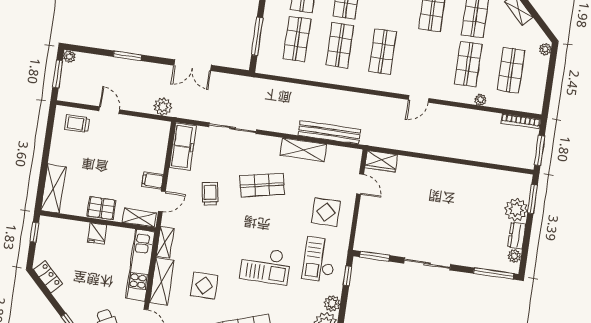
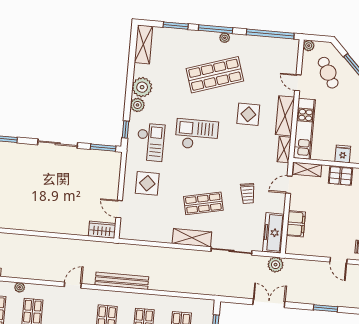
plant: (163, 107) -> (276, 265), moved
bench: (329, 132) -> (122, 281), moved
shelving: (303, 150) -> (192, 238), moved
filing cabinet: (153, 181) -> (296, 224), moved, width x2.00

